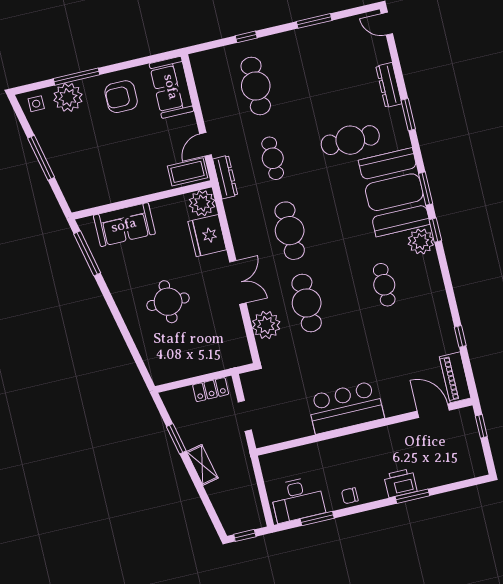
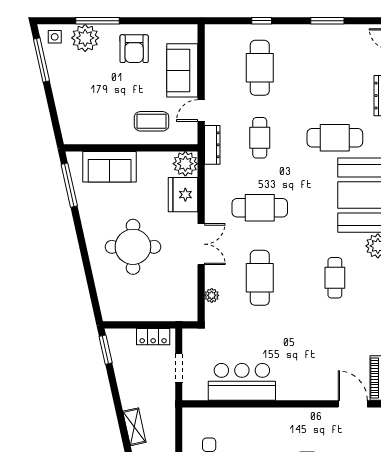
sofa: (171, 87) -> (182, 70), moved
armchair: (121, 97) -> (134, 49), turned -90
window: (41, 158) -> (41, 60), moved
coffee table: (187, 172) -> (152, 121), moved
cafe table: (290, 231) -> (260, 208), turned 90
round table: (168, 302) -> (133, 247), width x1.36, depth x1.36
plant: (266, 325) -> (212, 295), width x0.53, depth x0.53
bar counter: (346, 407) -> (242, 382), moved
window: (176, 439) -> (106, 350), moved
shelving: (202, 465) -> (134, 427), moved

